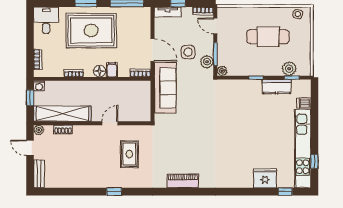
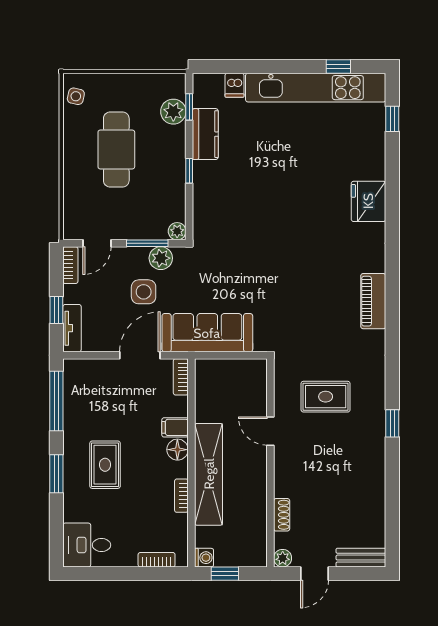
rug: (91, 30) -> (105, 465), width x0.54, depth x0.49
shelving: (62, 114) -> (209, 474), moved
fridge: (265, 178) -> (368, 201), moved

